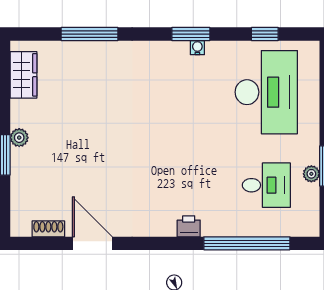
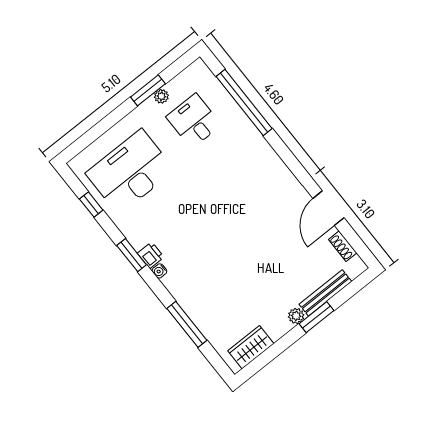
water cooler: (197, 48) -> (159, 271), moved
bench: (19, 180) -> (325, 293), added
printer: (189, 226) -> (151, 255), moved, turned 180

